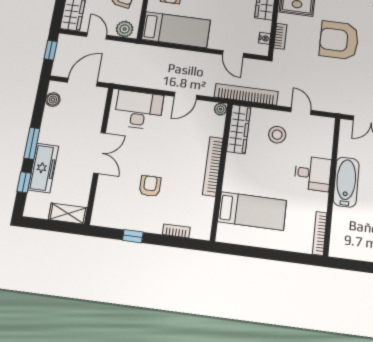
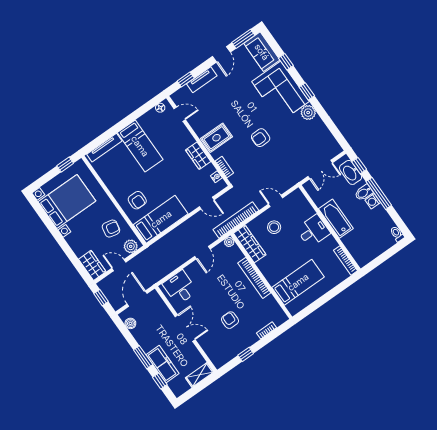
armchair: (339, 40) -> (261, 138), width x0.53, depth x0.53
desk: (139, 110) -> (180, 288), width x0.73

